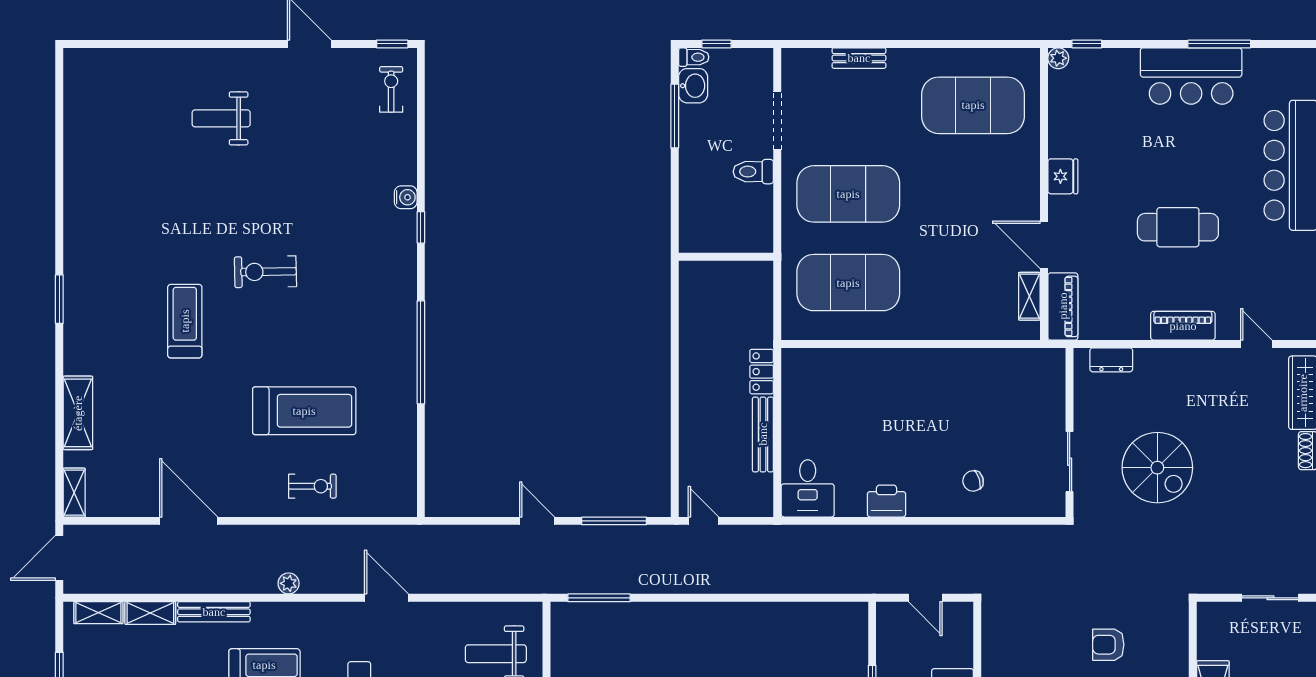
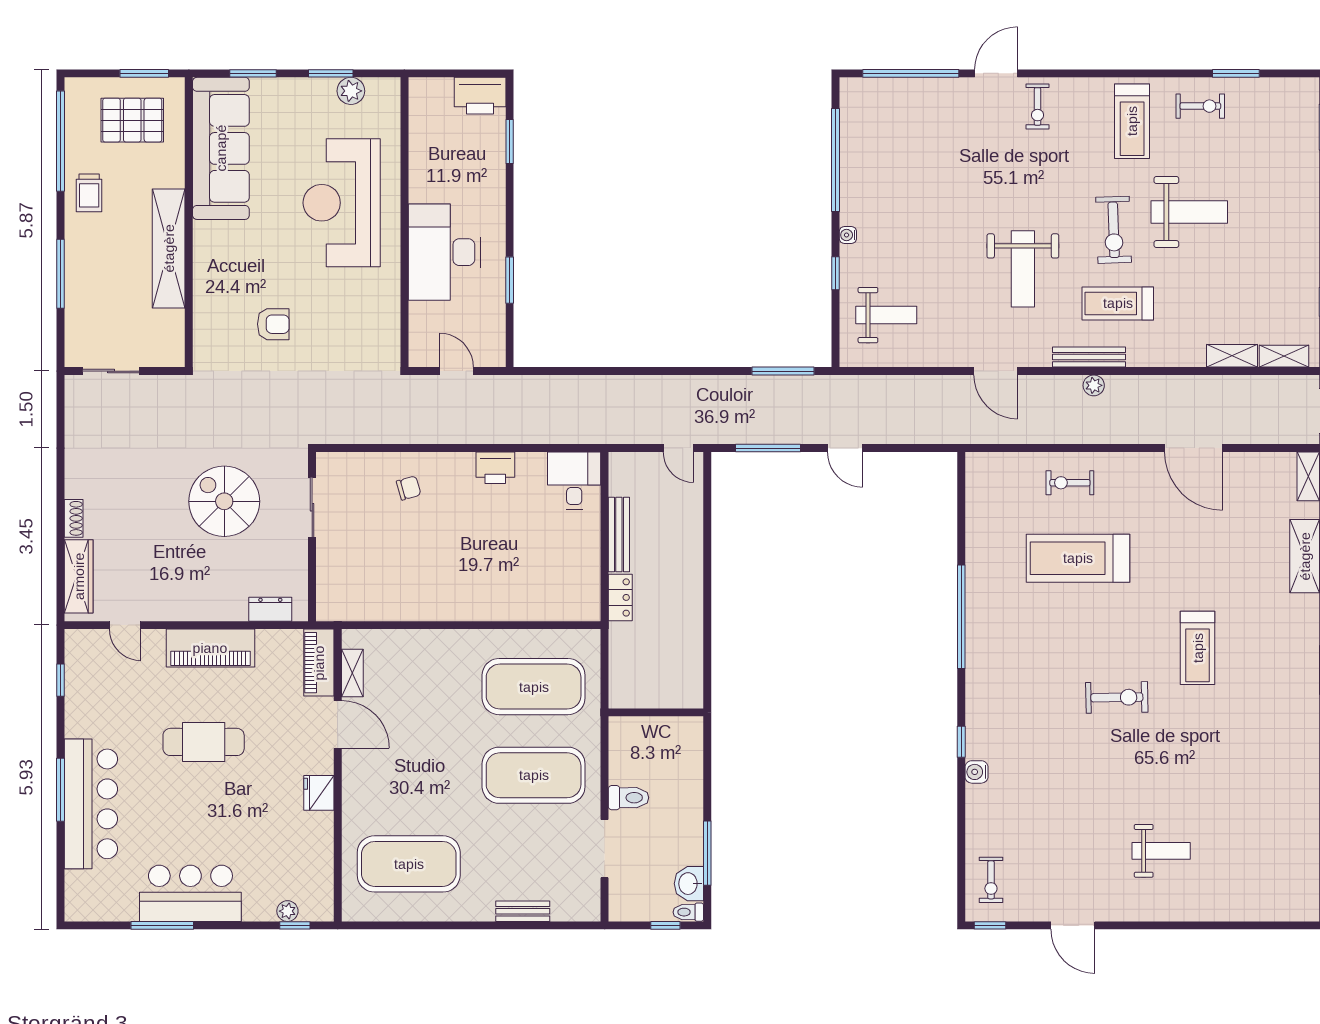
plant: (1058, 58) -> (287, 911), moved
piano: (1183, 326) -> (210, 648), width x1.37, depth x1.33
bench: (214, 612) -> (1089, 357), moved

